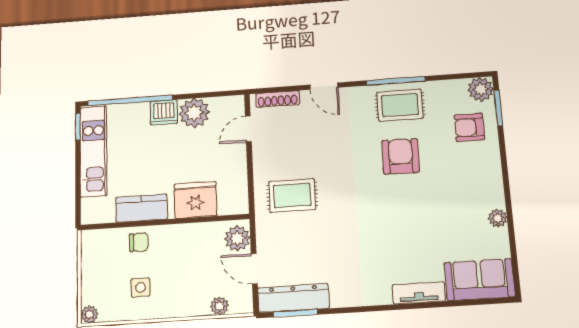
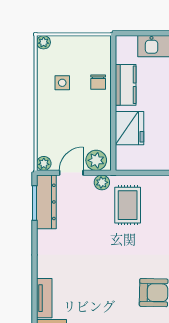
plant: (265, 229) -> (102, 182), added
plant: (219, 306) -> (44, 163), moved

